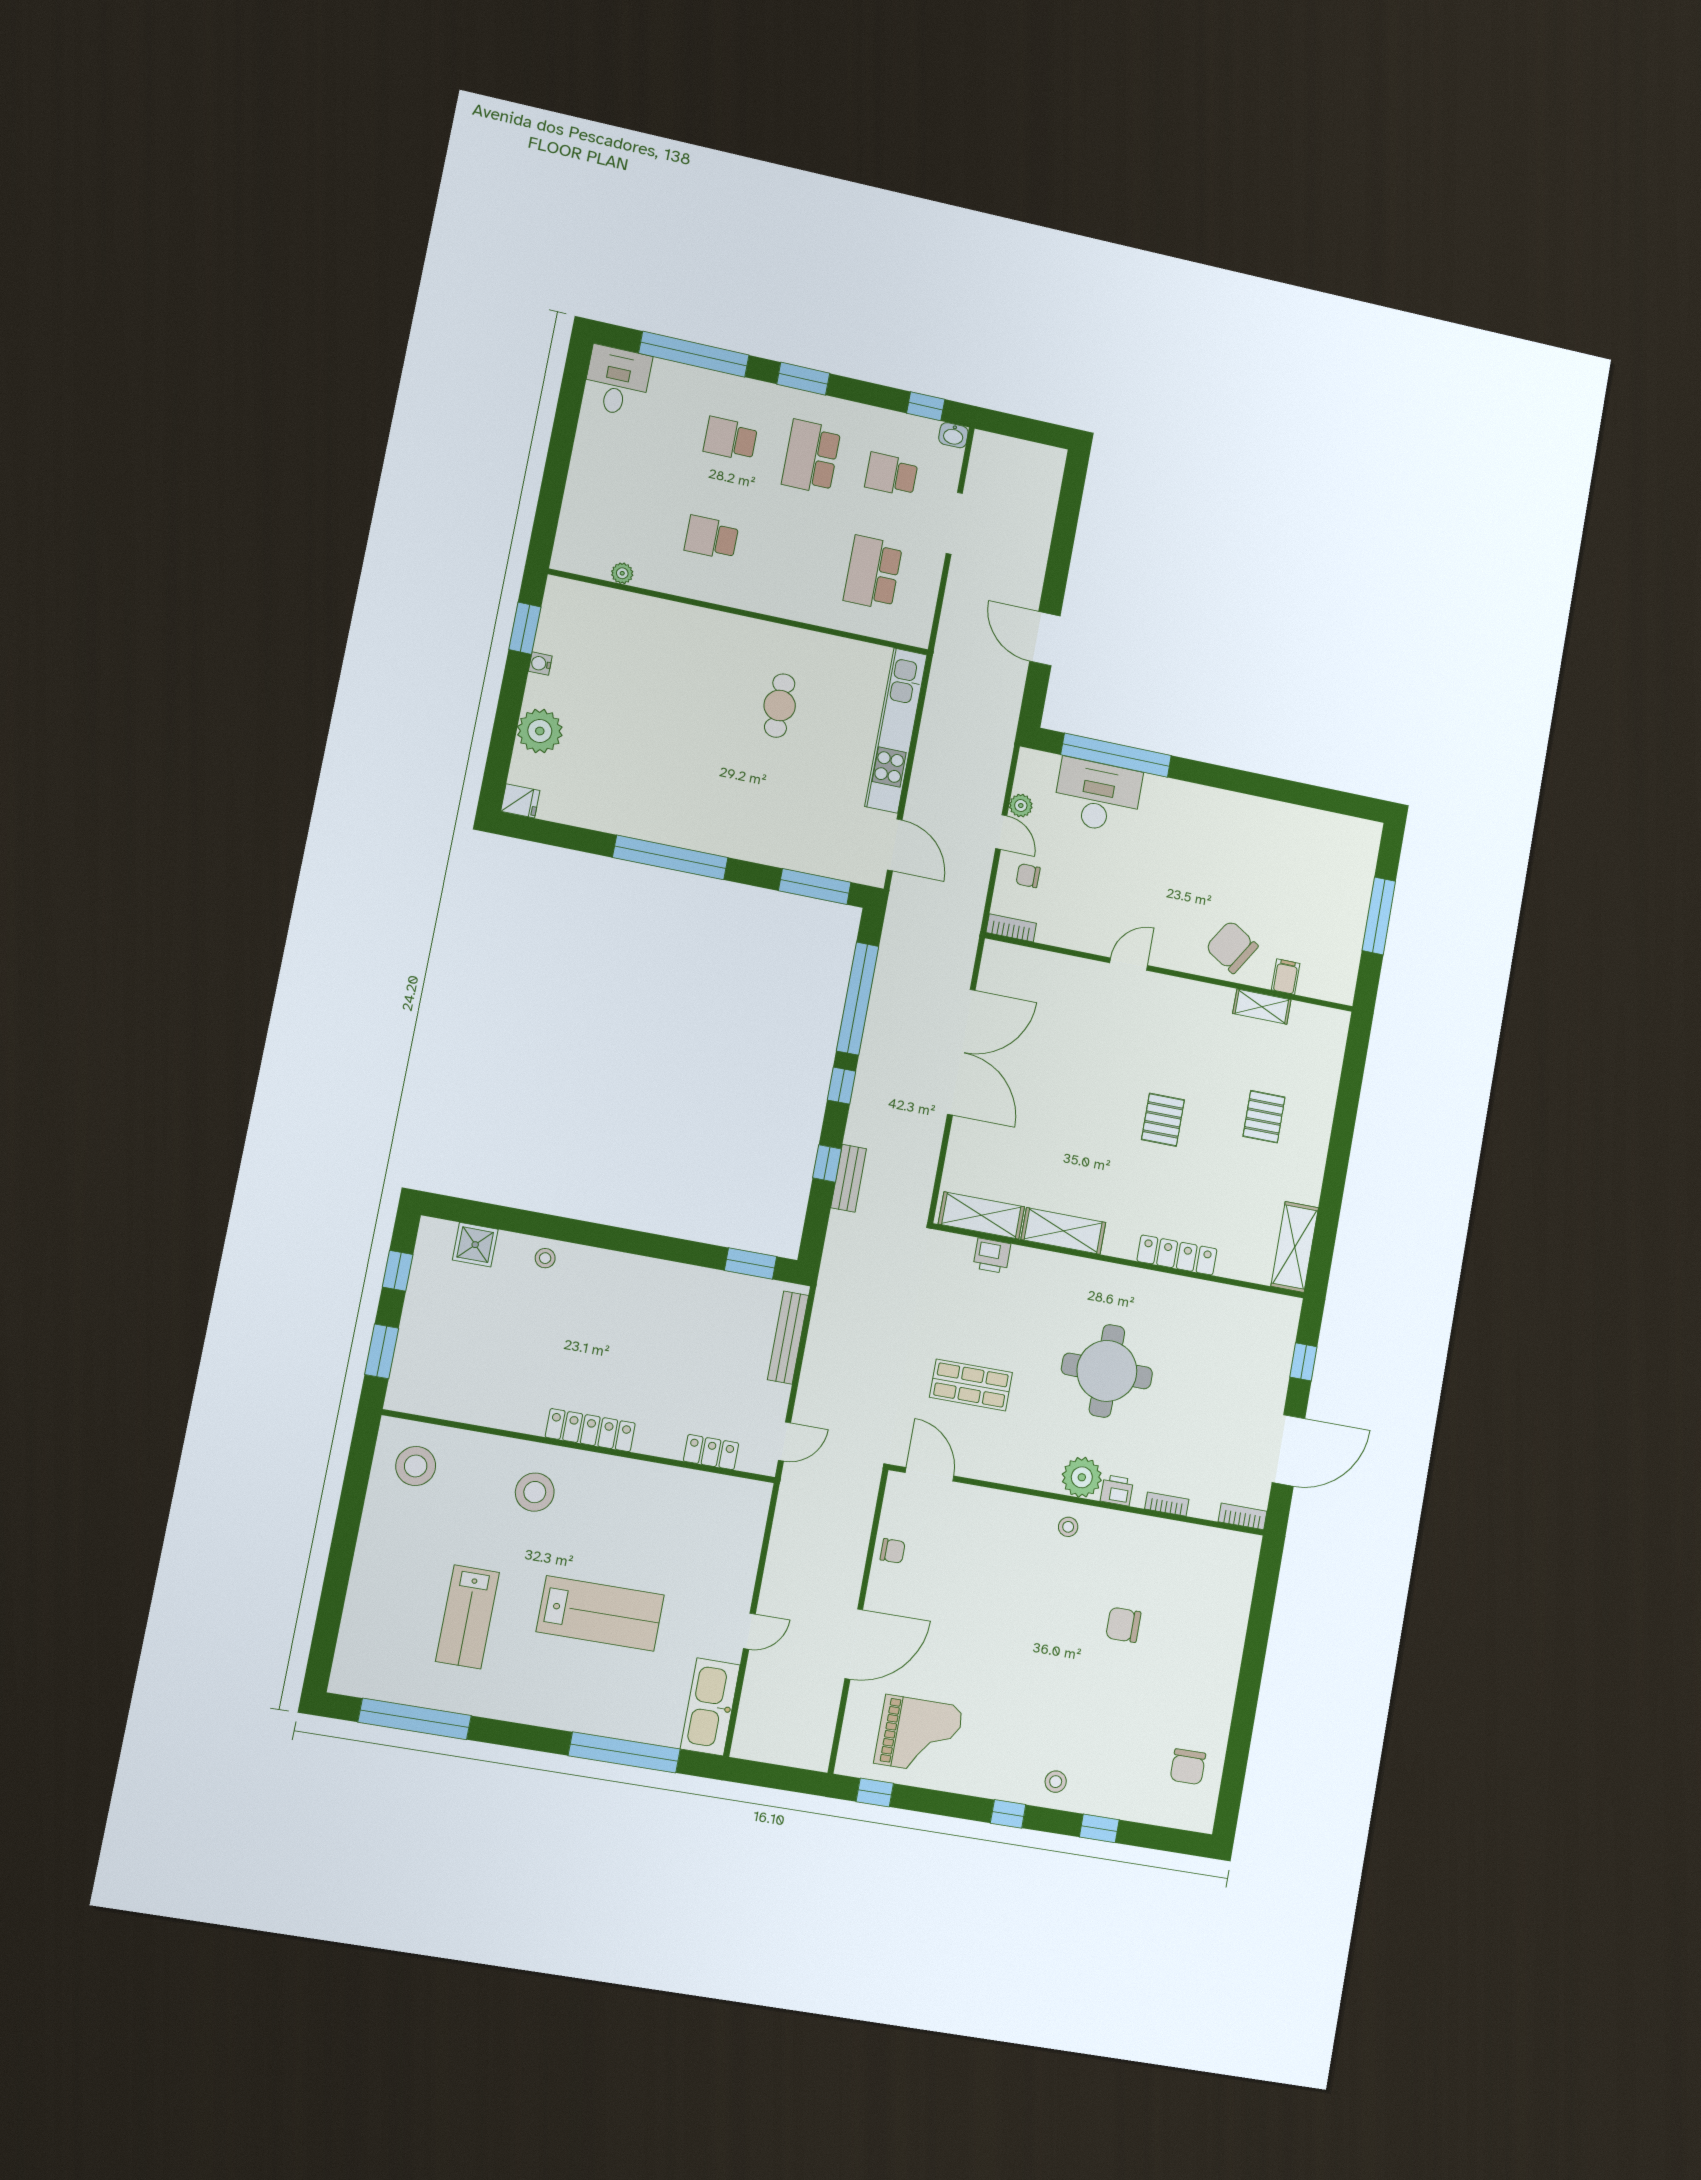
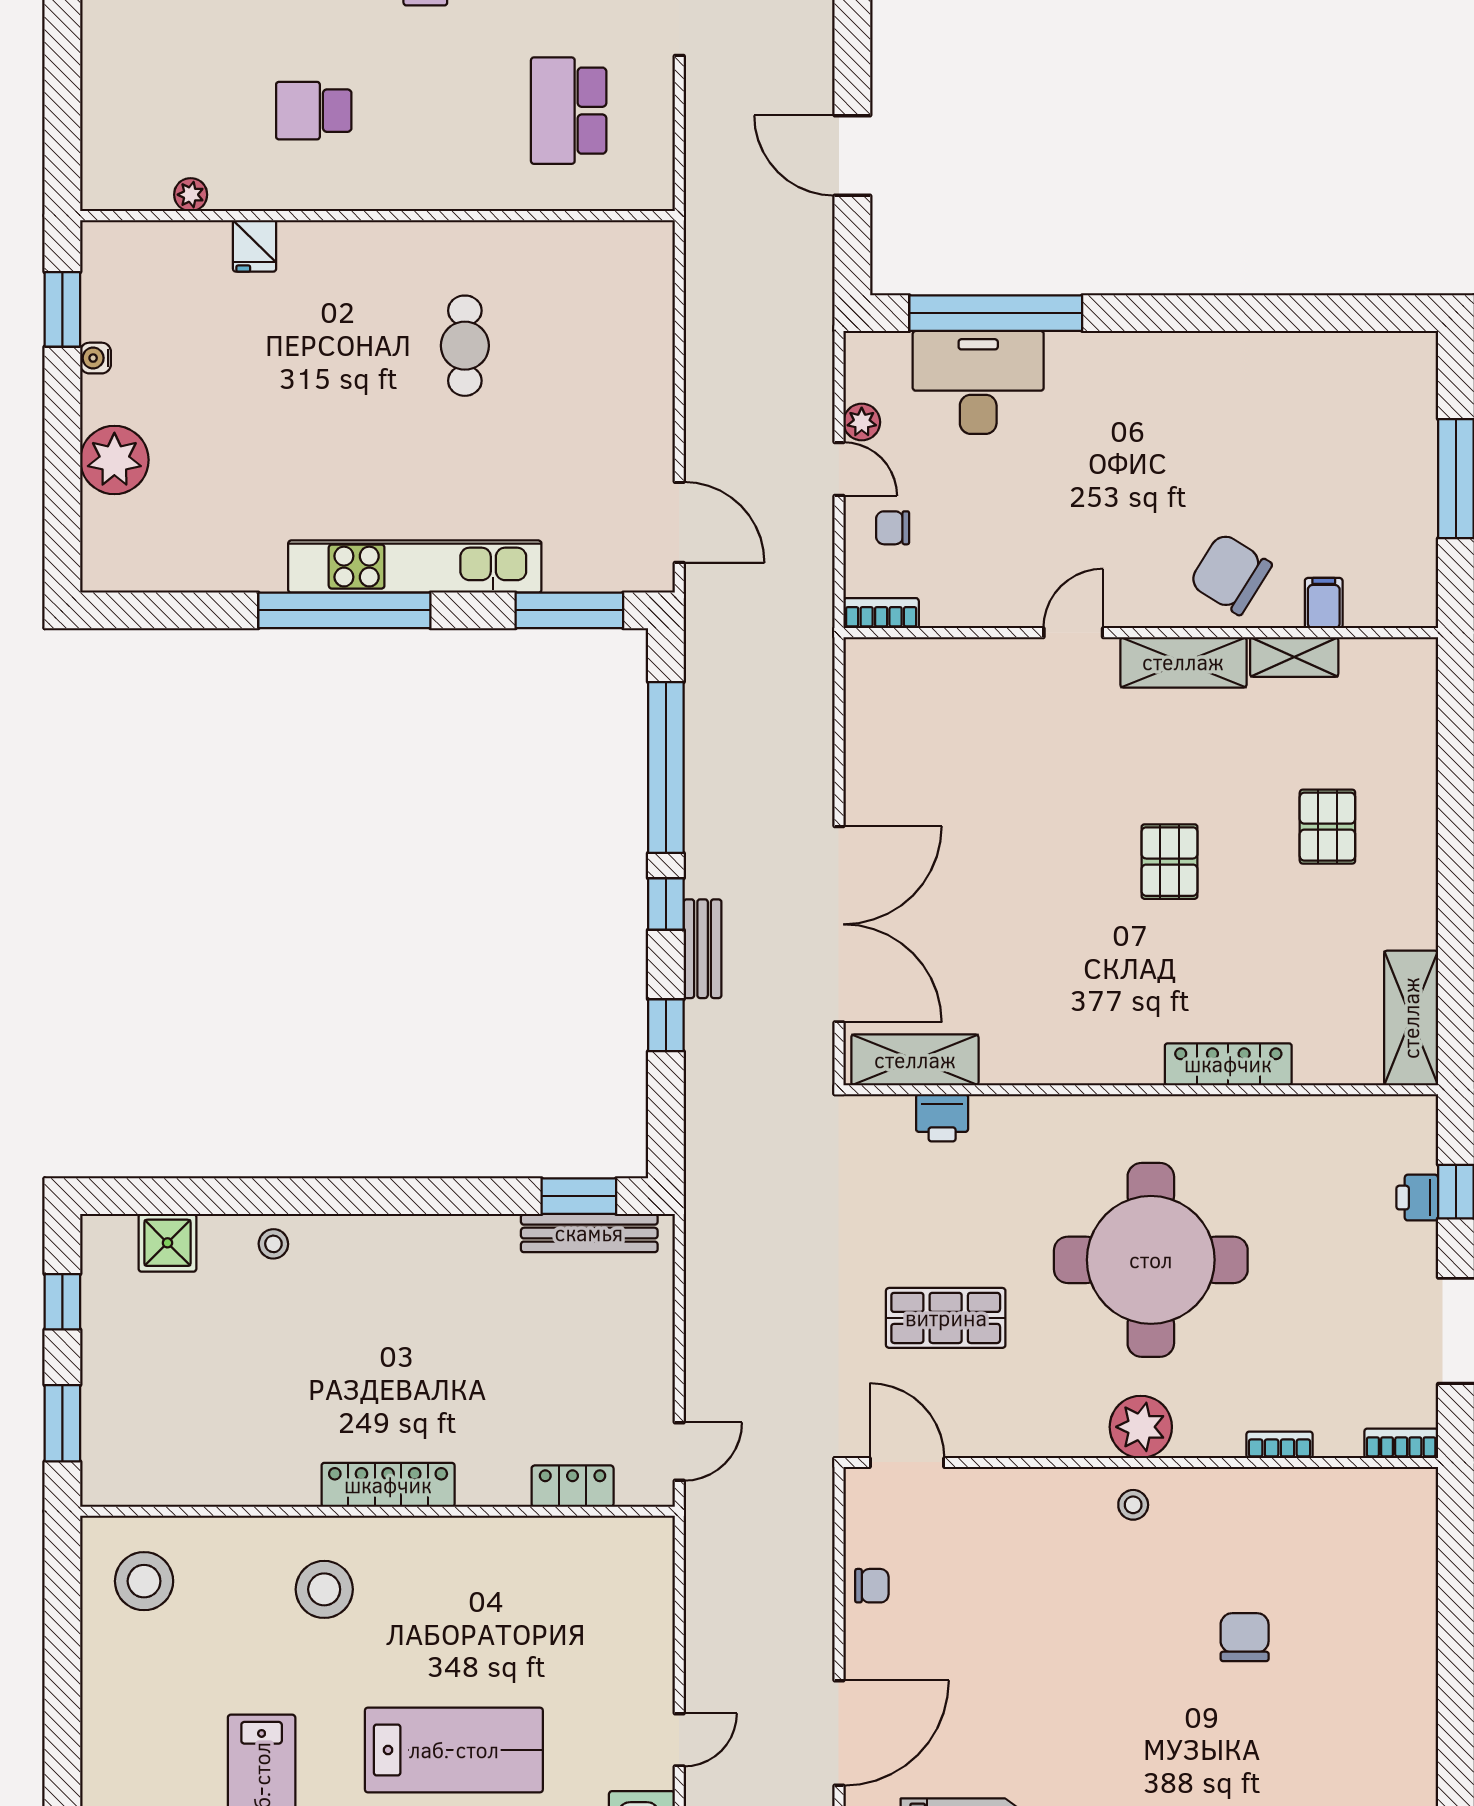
kitchen unit: (896, 731) -> (415, 567), moved, turned 90
fridge: (520, 801) -> (255, 246), moved, turned 90
double door: (961, 1052) -> (839, 924), moved
bench: (849, 1178) -> (703, 949), moved
shelving: (1063, 1231) -> (1183, 662), moved
bench: (788, 1338) -> (589, 1233), moved, turned 90
round table: (1107, 1371) -> (1151, 1260), width x1.36, depth x1.36
printer: (1117, 1490) -> (1417, 1198), moved, turned -90
chair: (1123, 1625) -> (1245, 1637), turned 90

